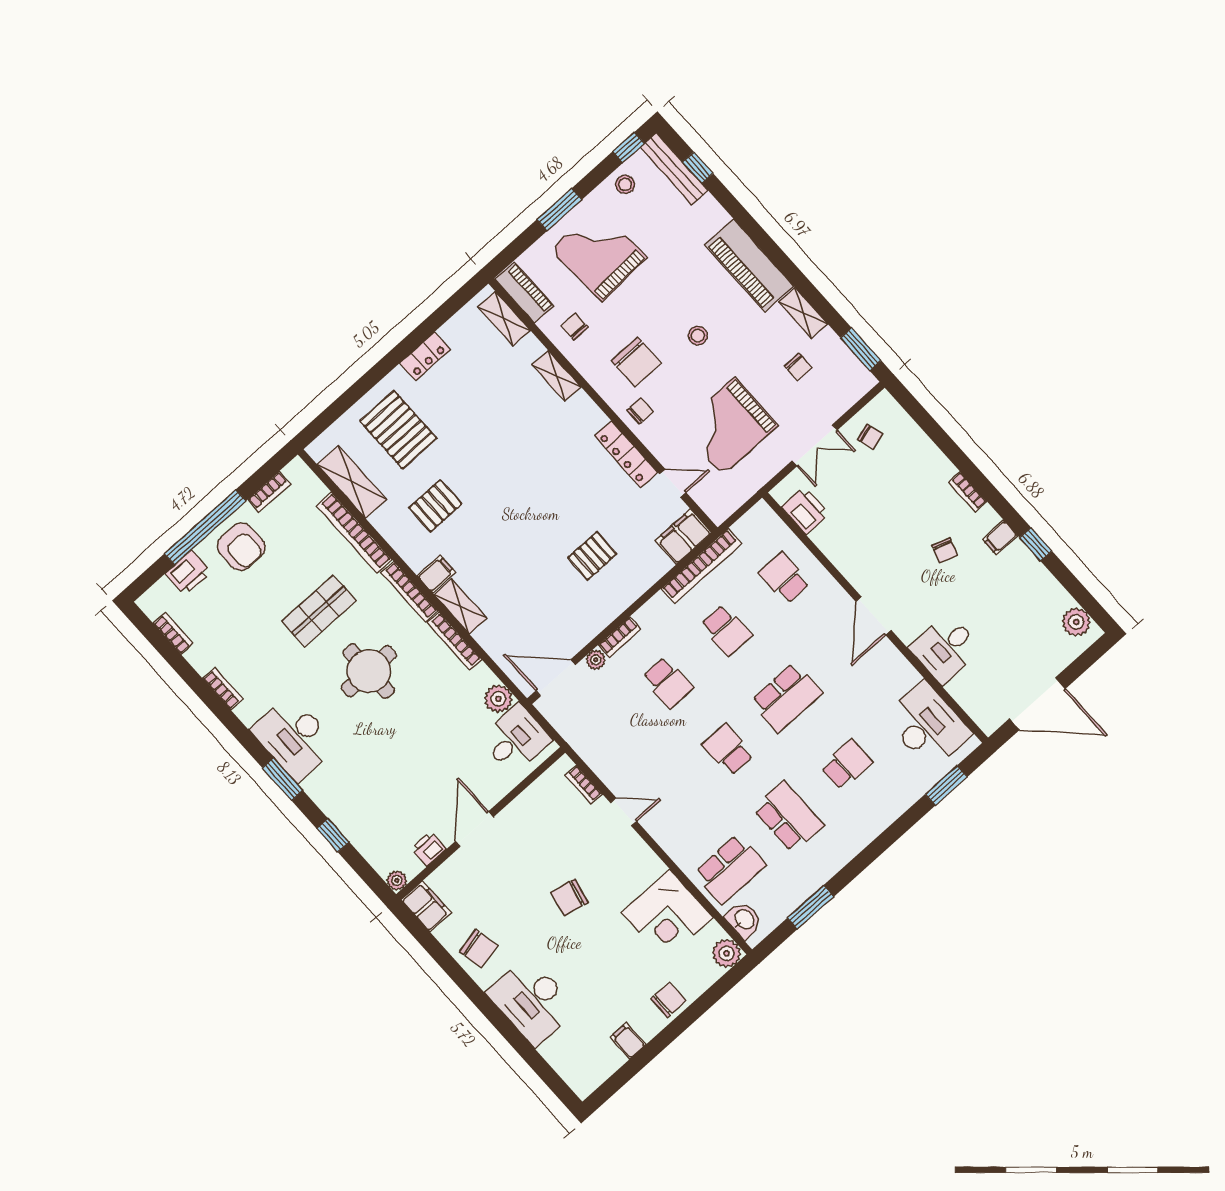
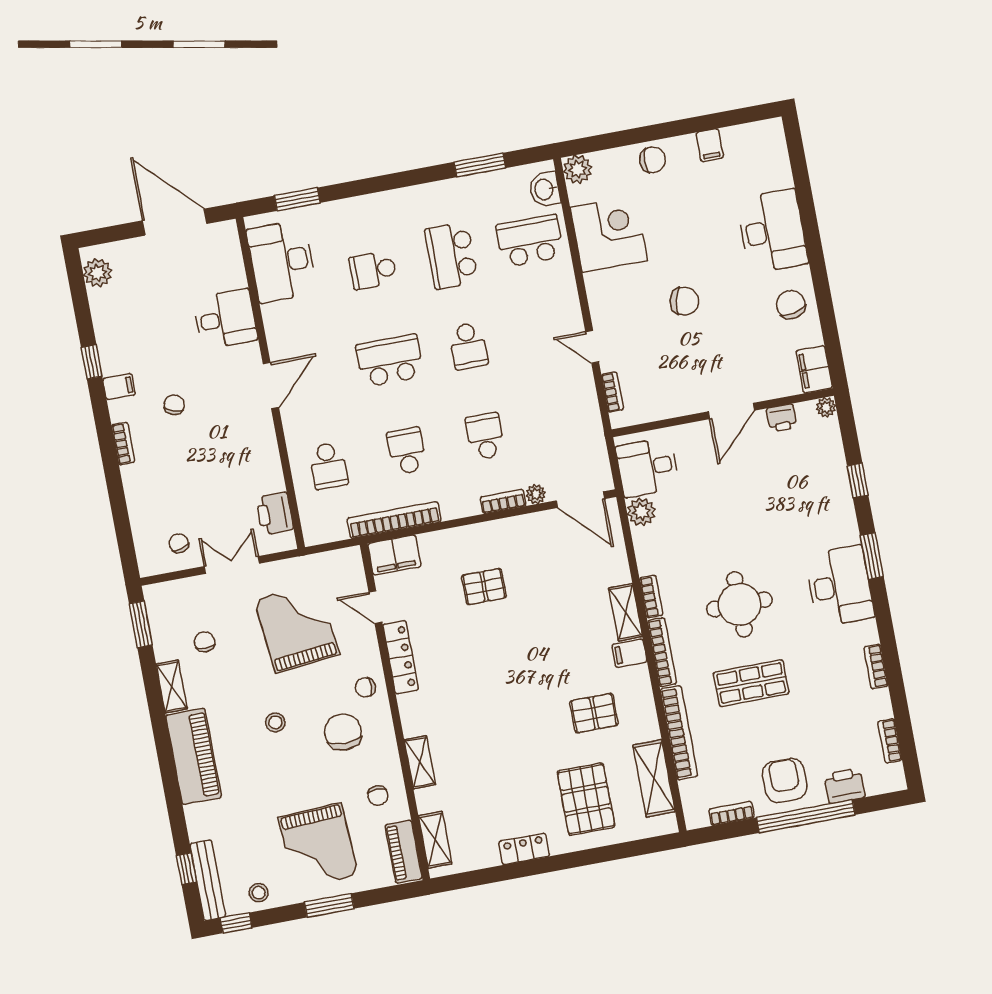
grand piano: (729, 426) -> (297, 627), turned -96
bookcase: (454, 641) -> (651, 597), width x0.64
chair: (668, 1000) -> (653, 160), turned 180

